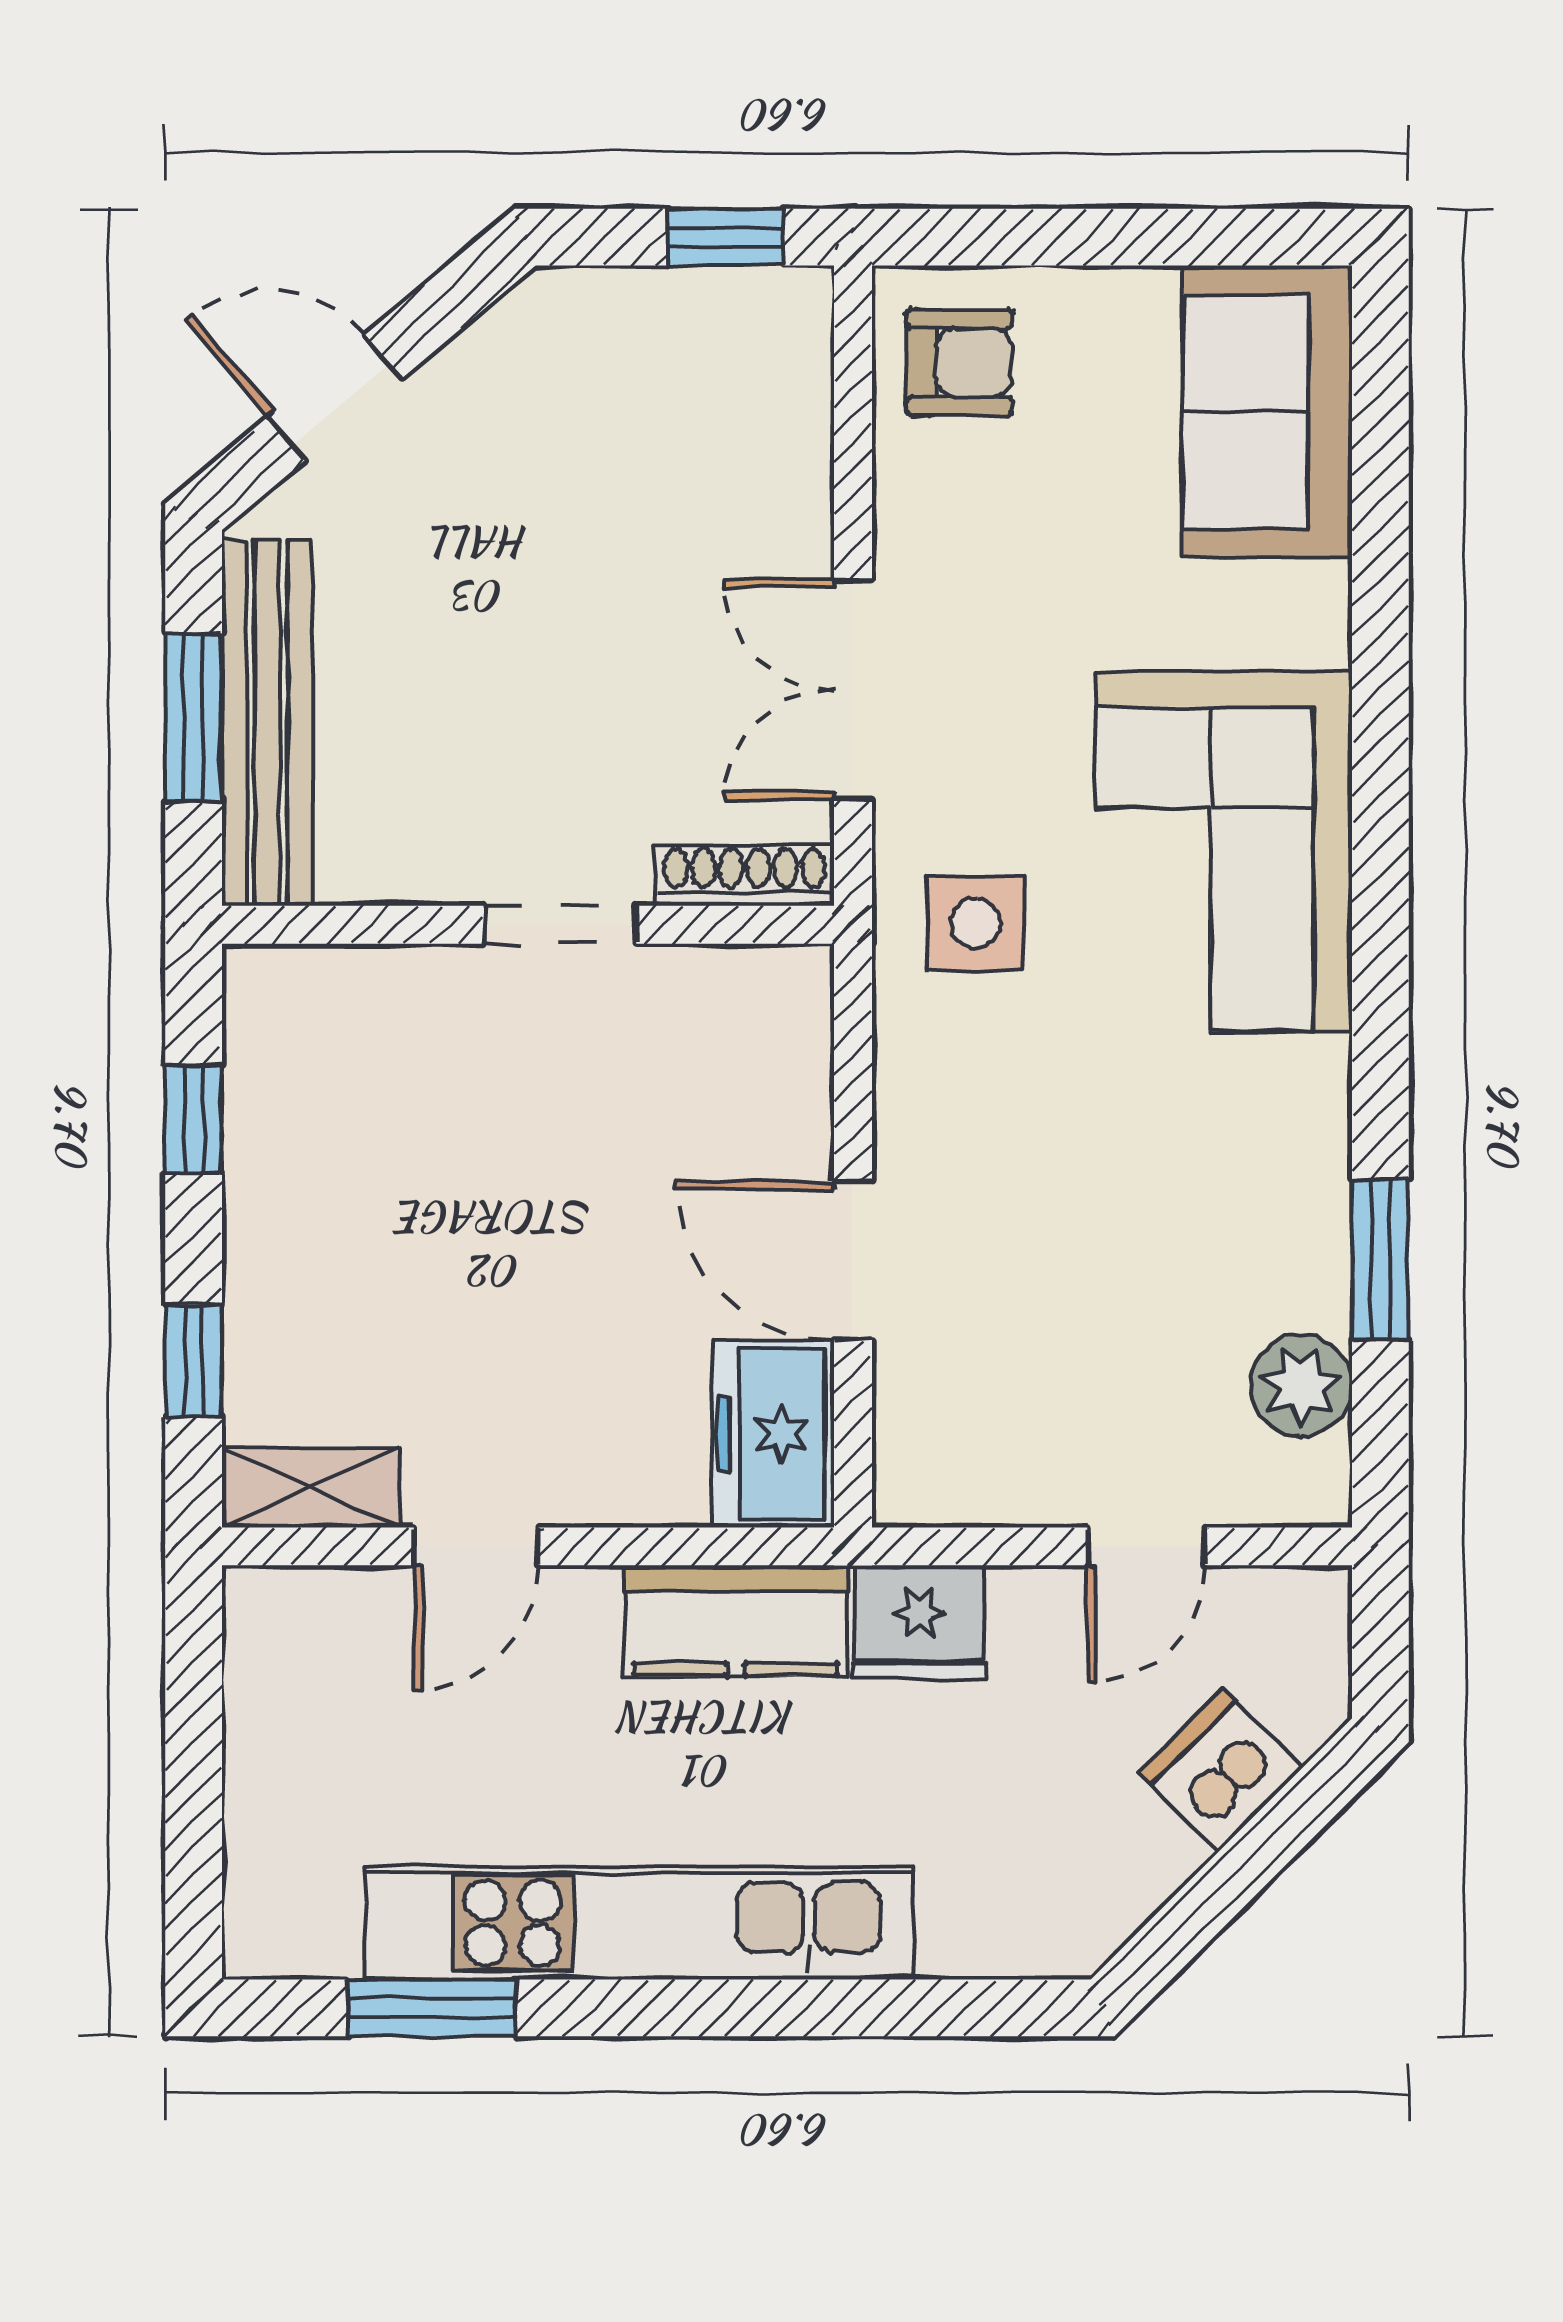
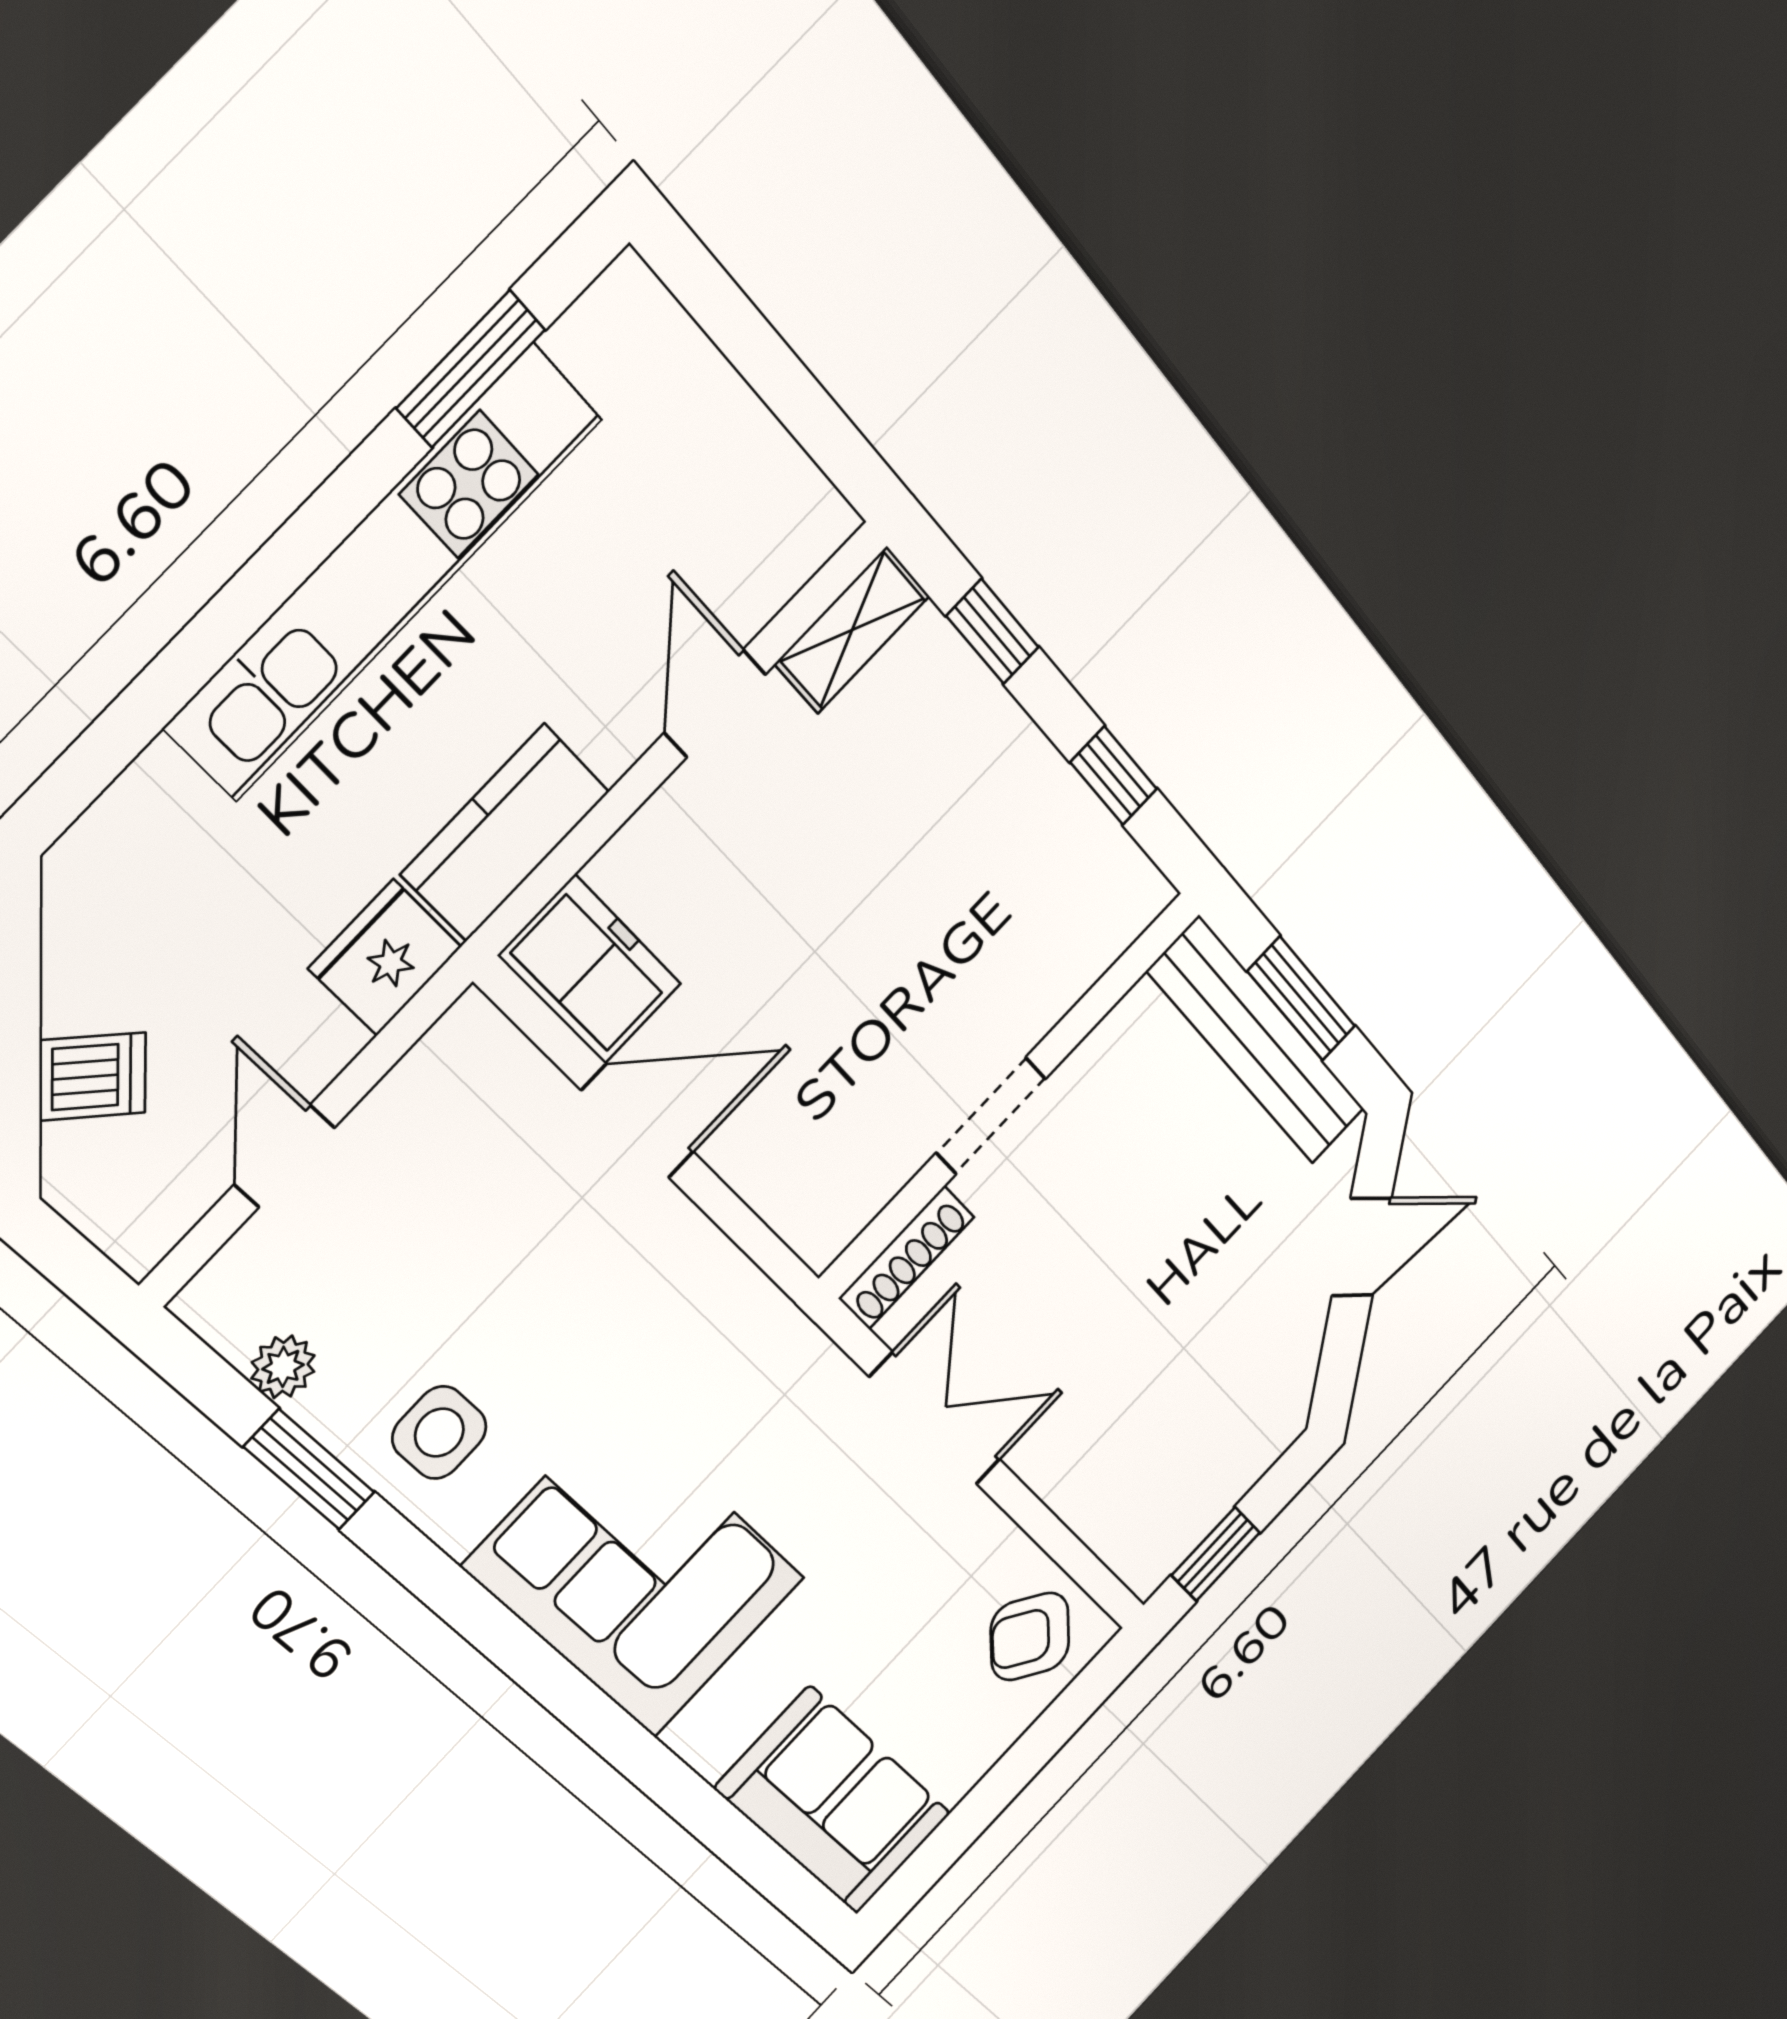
armchair: (959, 363) -> (1030, 1636), turned 38
side table: (975, 923) -> (439, 1433), moved
plant: (1301, 1386) -> (283, 1367), width x0.73, depth x0.73
dishwasher: (1221, 1770) -> (93, 1077), width x0.73

